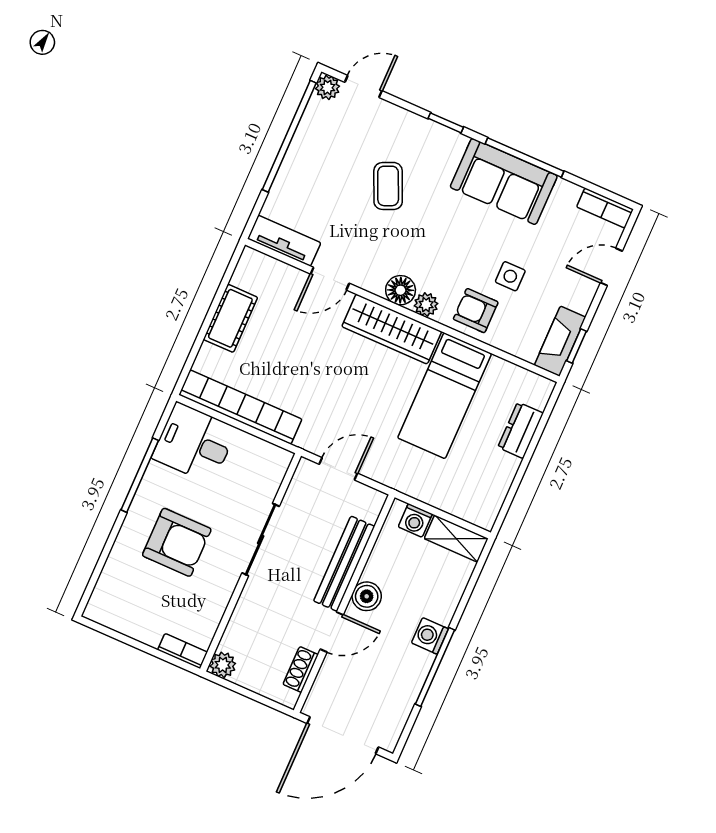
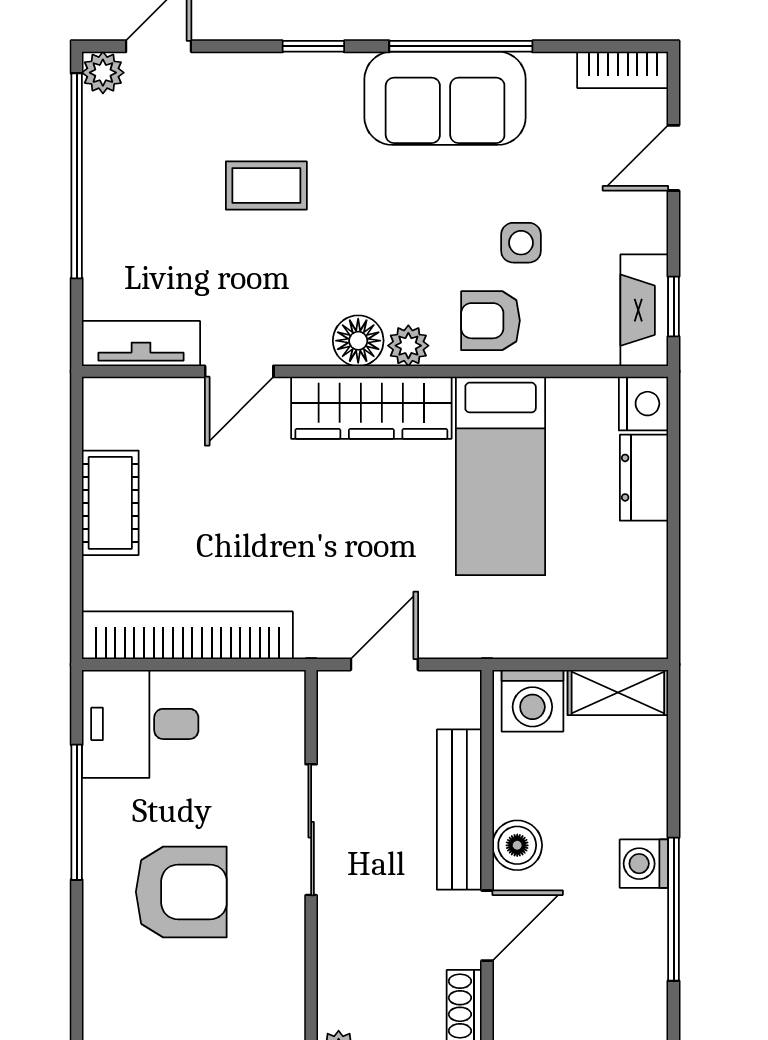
coffee table: (388, 186) -> (266, 186), turned -66
nightstand: (538, 391) -> (643, 404), added
washing machine: (415, 520) -> (532, 701), width x1.38, depth x1.38

